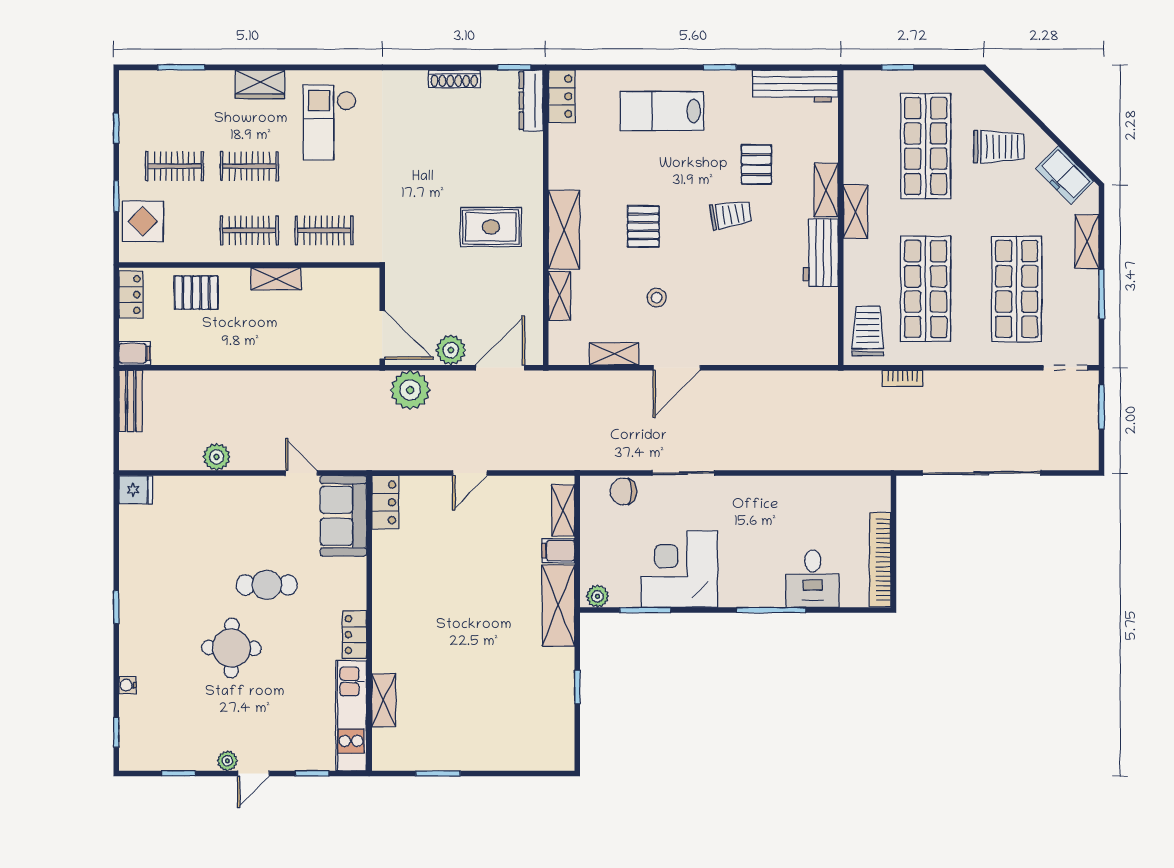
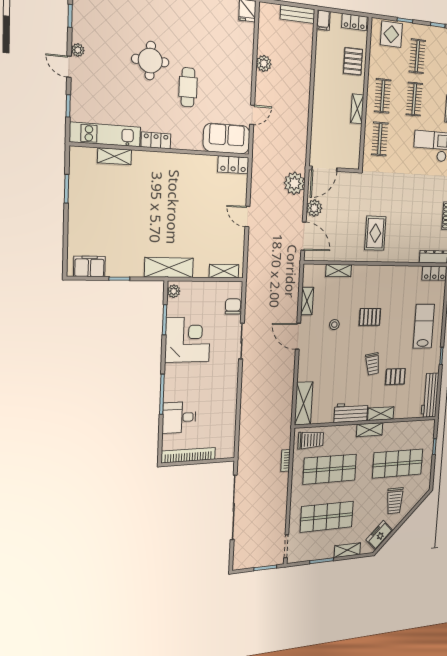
shelving: (564, 230) -> (304, 403), moved, turned 90
filing cabinet: (558, 551) -> (89, 266), moved, width x2.00

